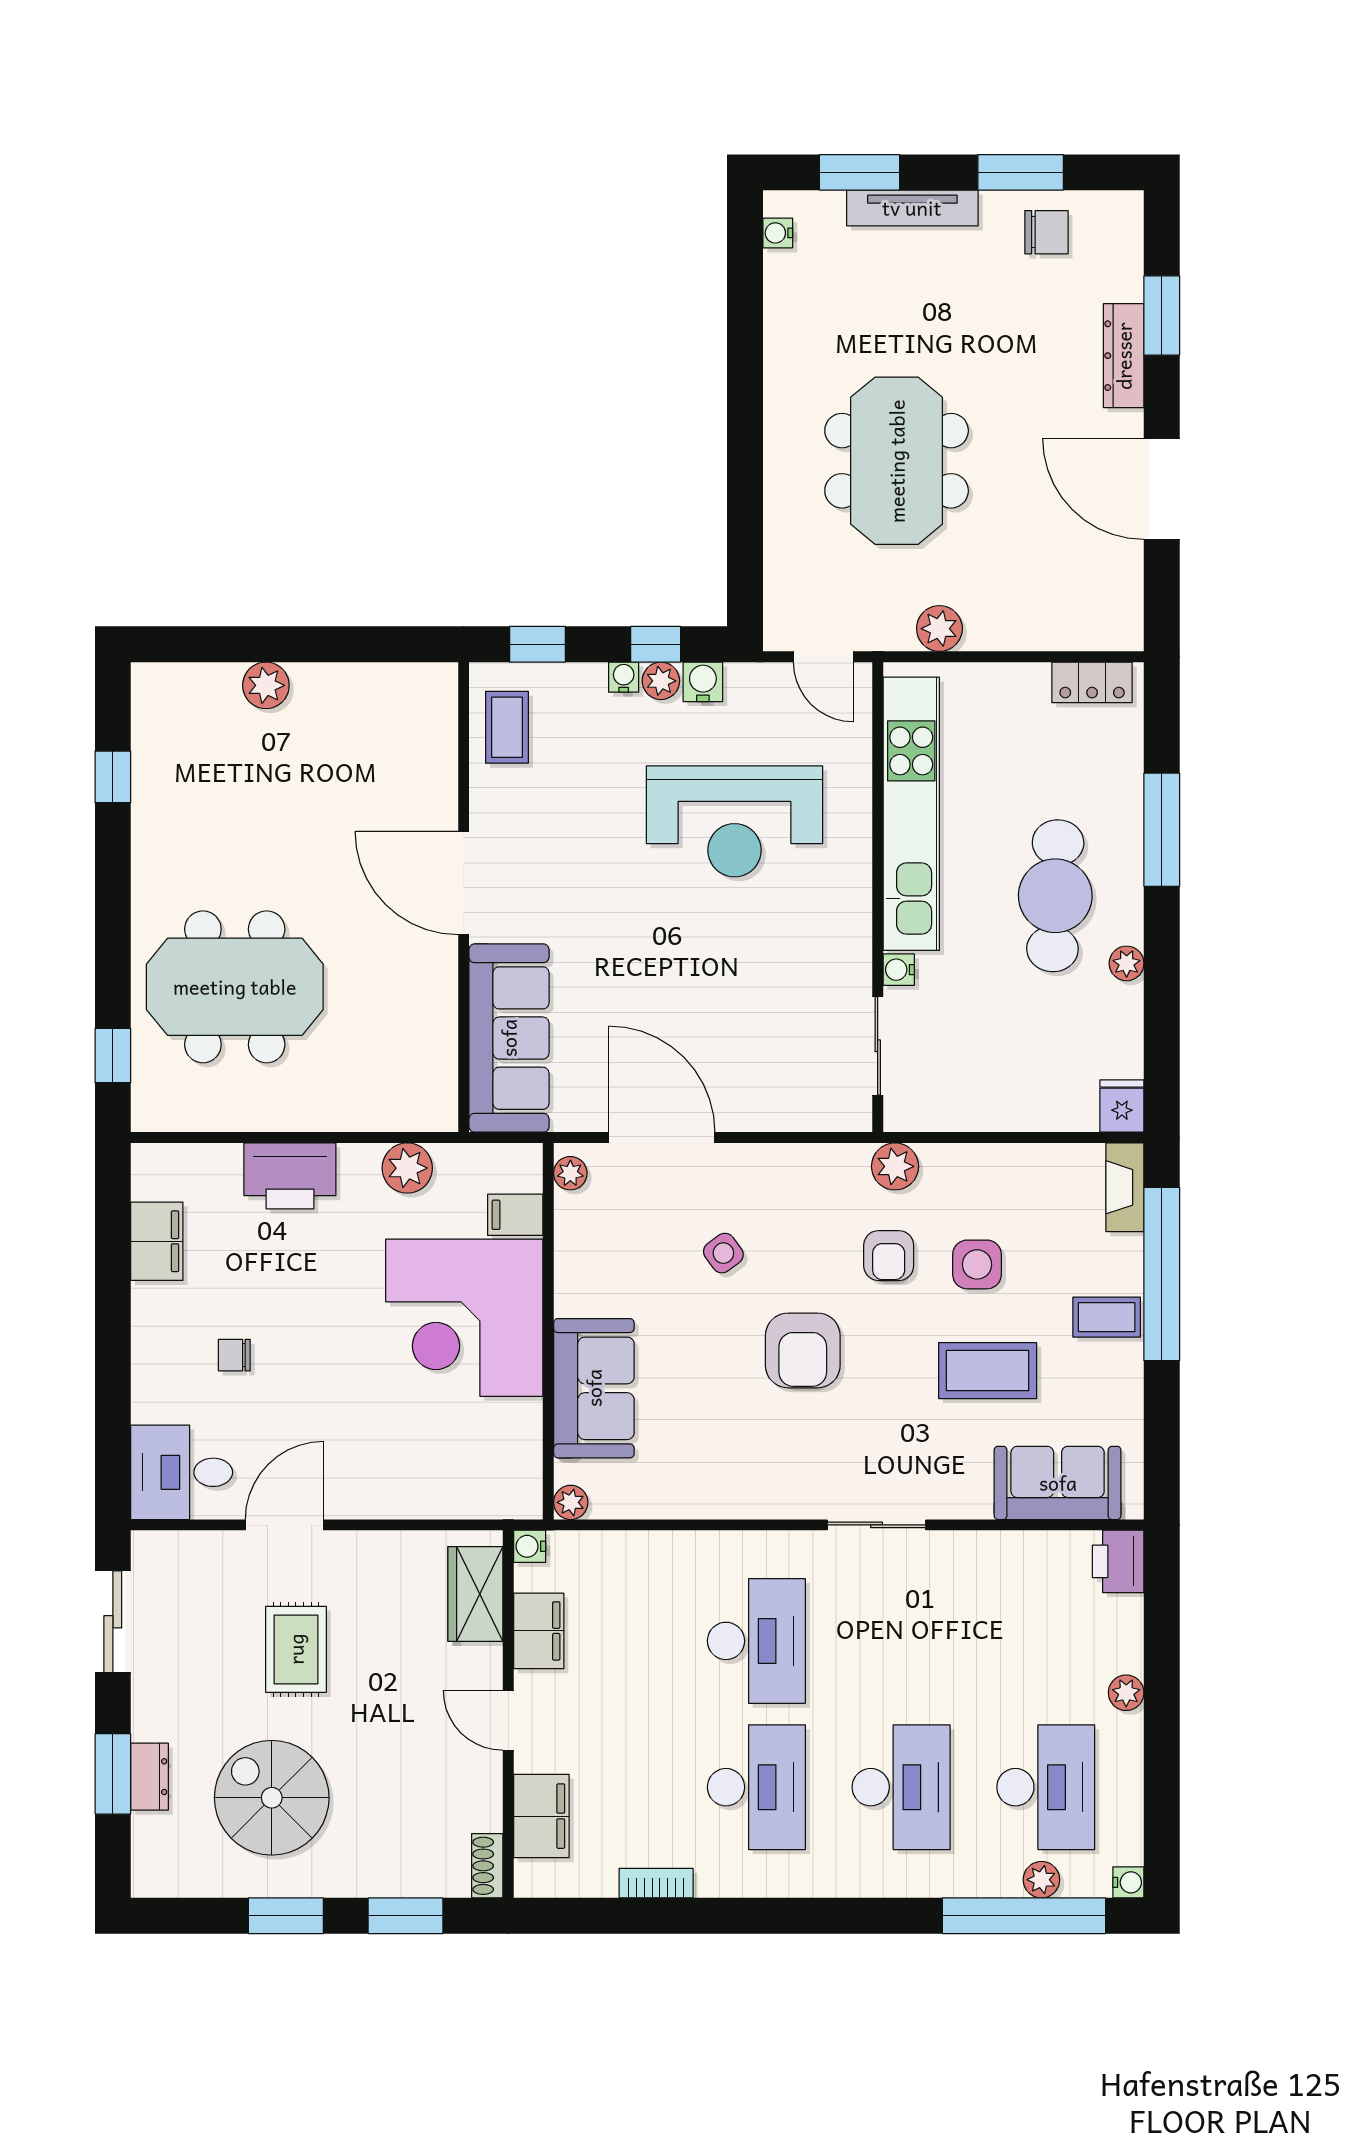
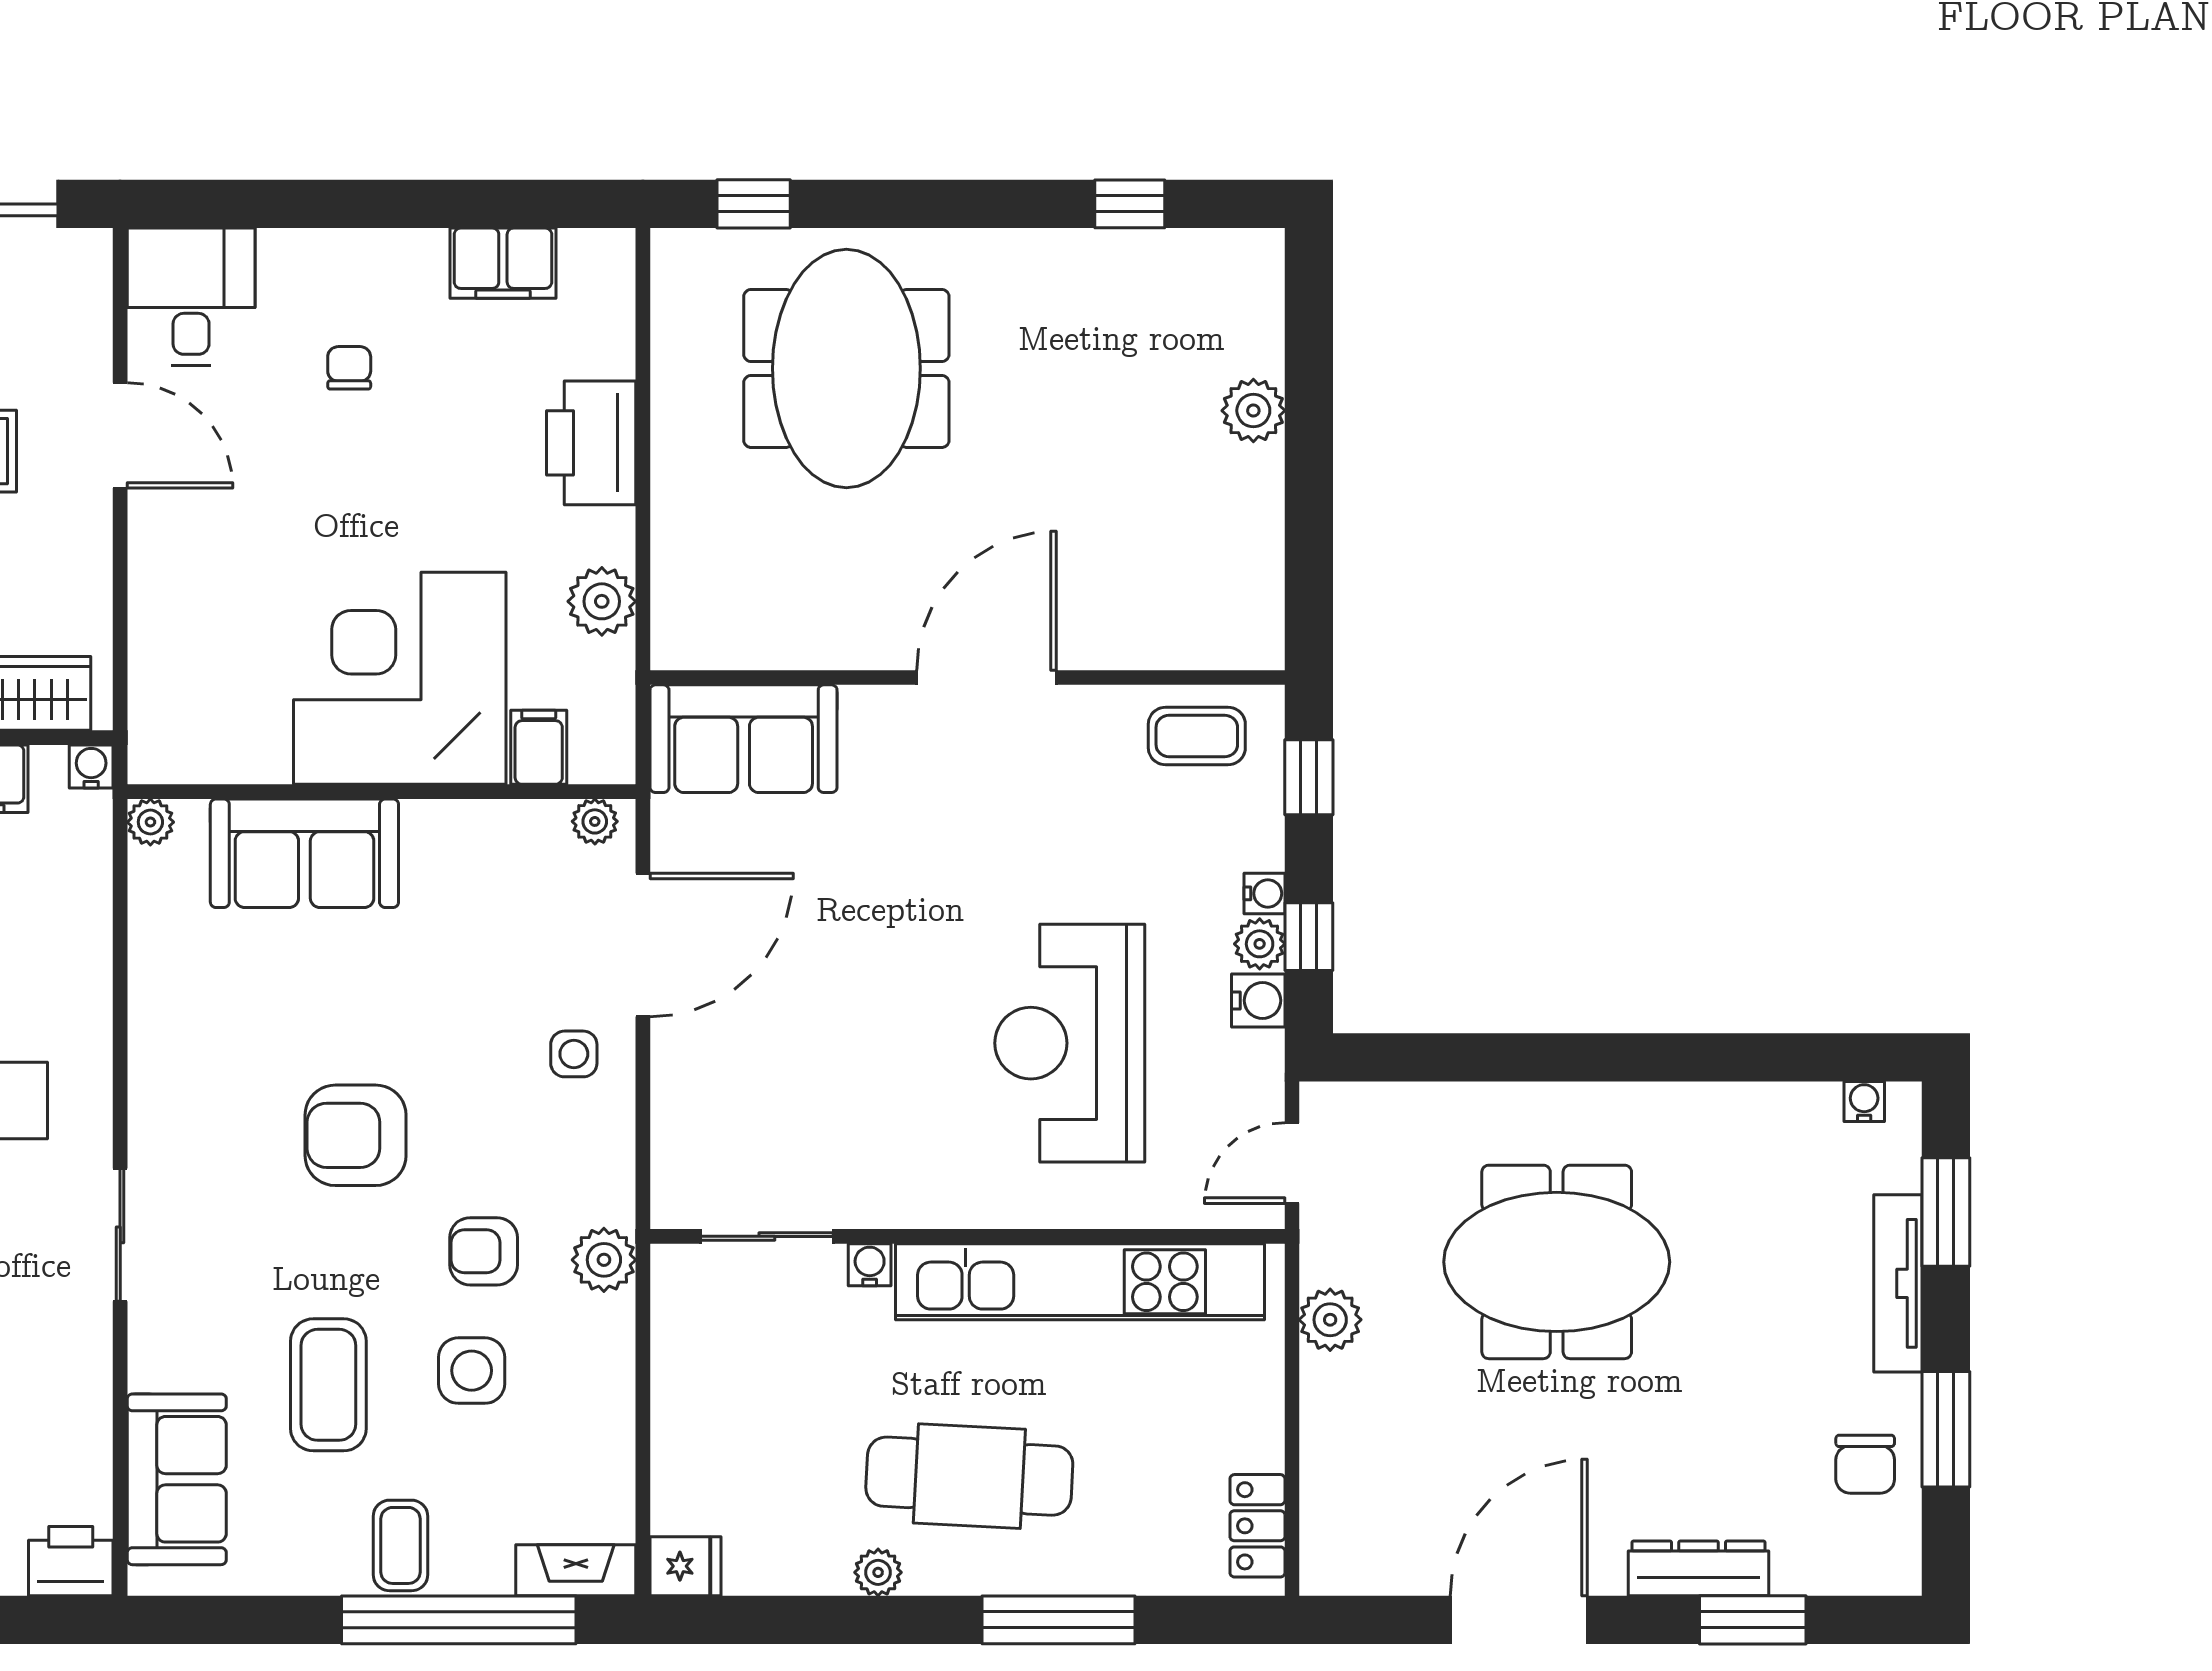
sofa: (509, 1038) -> (744, 739), width x0.73
side table: (723, 1253) -> (574, 1054), moved, turned 36

